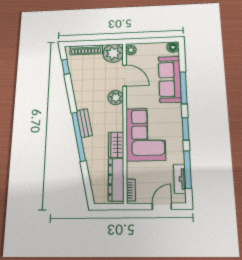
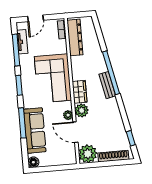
plant: (131, 50) -> (68, 115), moved
wardrobe: (116, 145) -> (80, 92), moved

